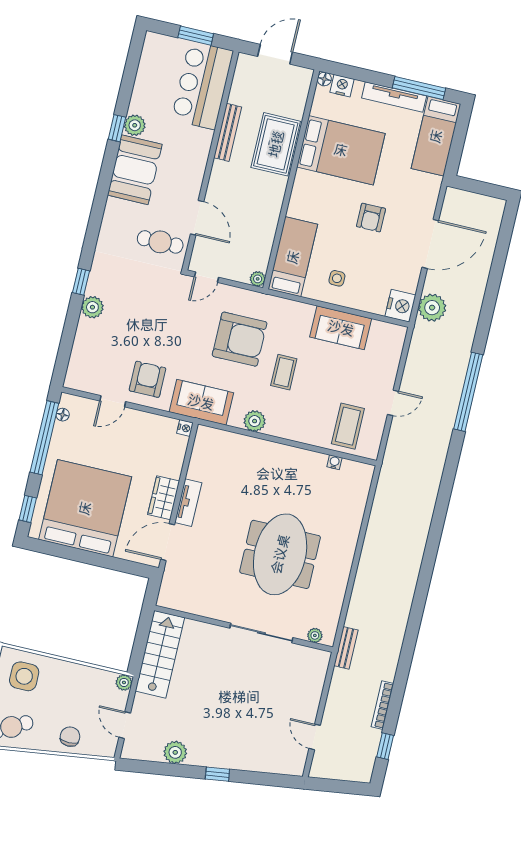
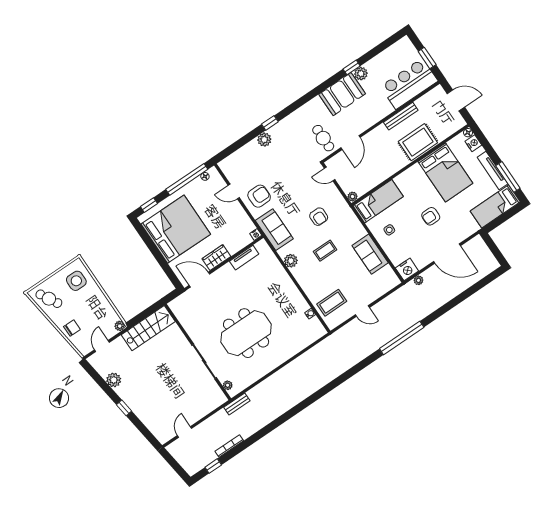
plant: (432, 308) -> (418, 280), width x0.53, depth x0.53
armchair: (240, 339) -> (319, 217), width x0.53, depth x0.53
tv unit: (188, 503) -> (244, 258), moved

